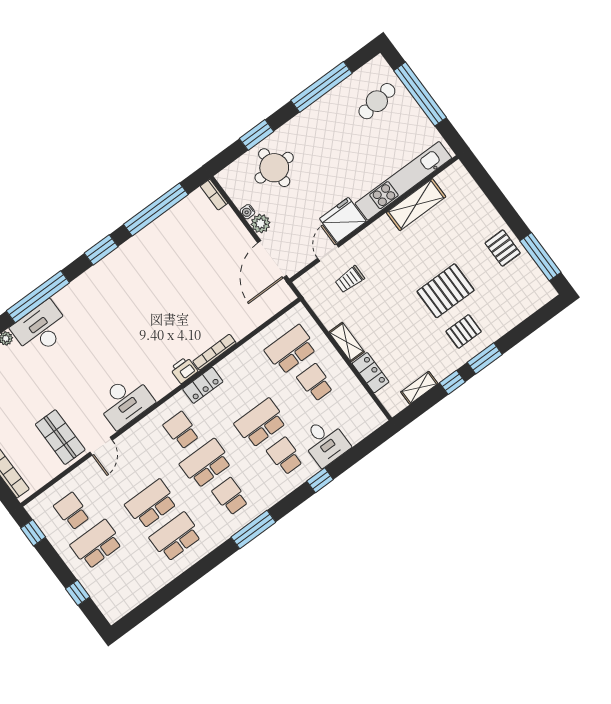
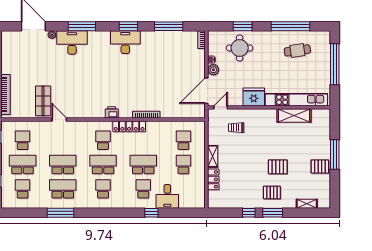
cafe table: (377, 101) -> (297, 50), moved
window: (156, 209) -> (169, 26), width x0.68
pallet: (503, 248) -> (320, 167), turned 90
door: (328, 253) -> (221, 107), moved
window: (540, 257) -> (335, 154), moved
pallet: (446, 291) -> (278, 167), width x0.67, depth x0.71
window: (38, 297) -> (82, 26), width x0.68
school desk: (291, 350) -> (183, 140), width x0.54
printer: (184, 370) -> (112, 112), moved
locker: (203, 385) -> (129, 126), width x1.53
shelving: (419, 388) -> (307, 204), moved
desk: (125, 401) -> (125, 42), moved, turned 180
door: (101, 446) -> (59, 119), swing flipped
window: (253, 530) -> (61, 213), moved
school desk: (121, 577) -> (23, 189), added

